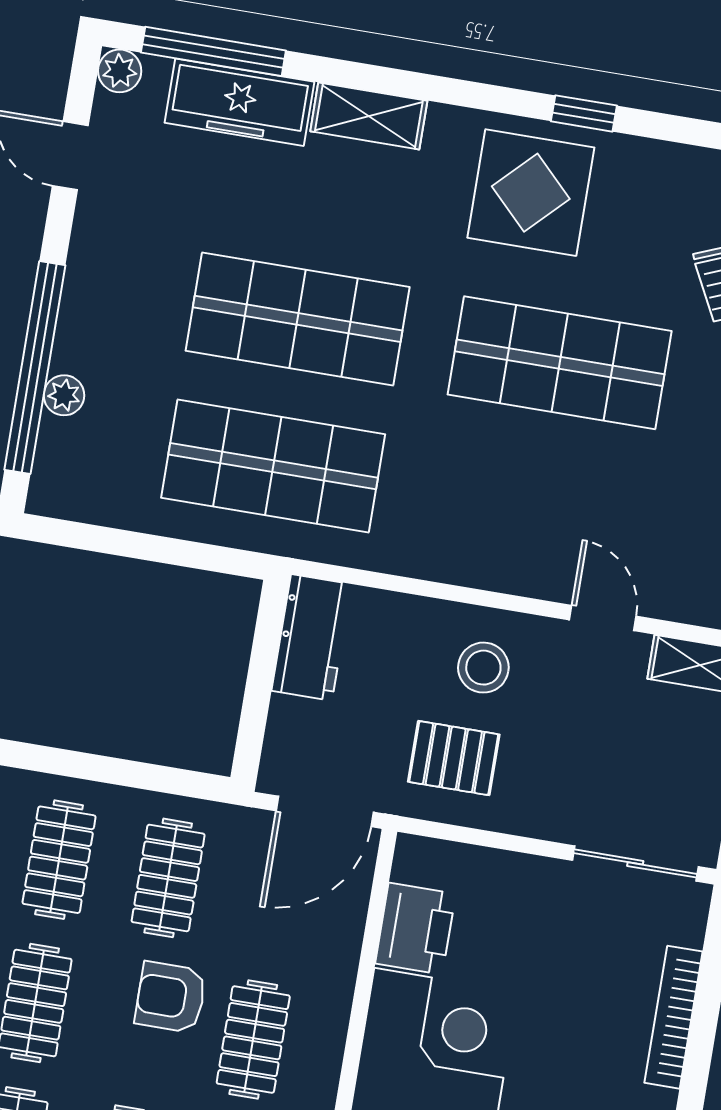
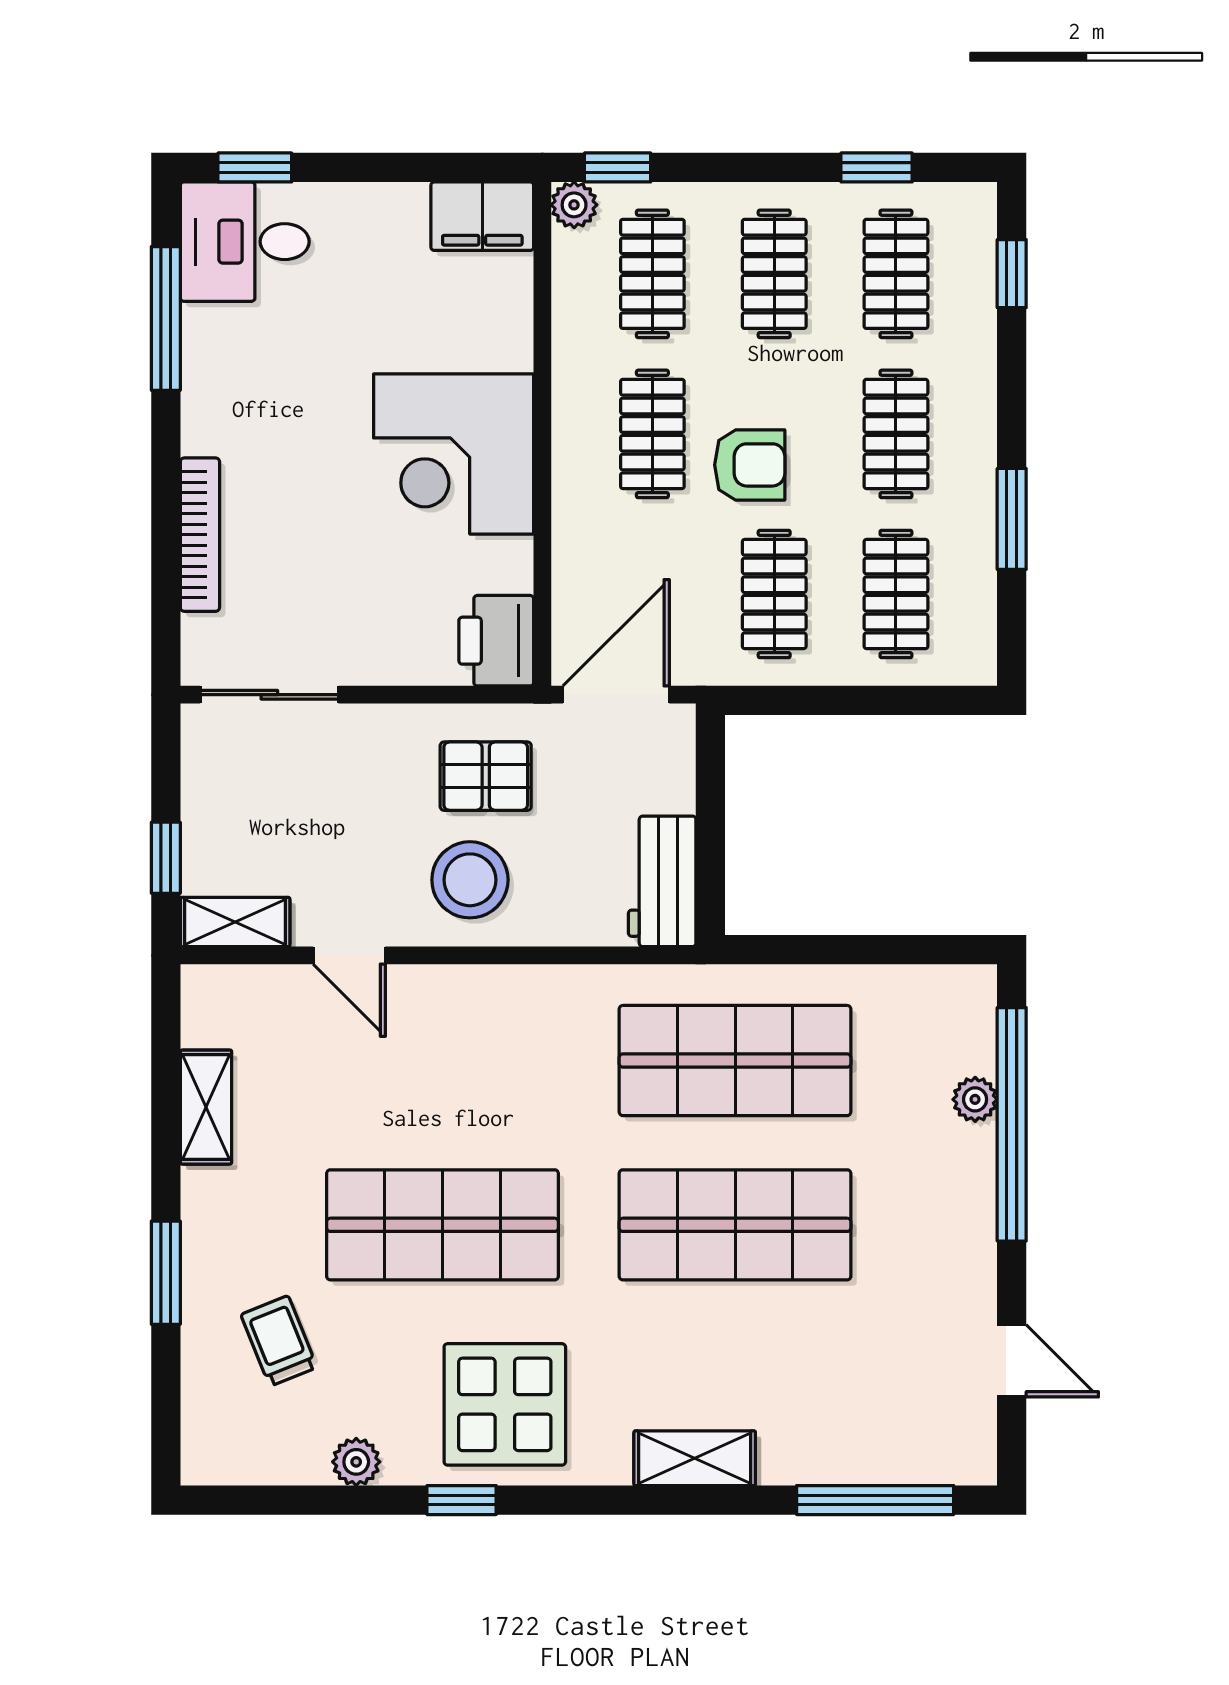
plant: (120, 71) -> (356, 1462), moved
freezer: (240, 102) -> (838, 1450), removed
stool: (483, 668) -> (470, 880), width x1.38, depth x1.38
printer: (415, 929) -> (496, 641), moved

